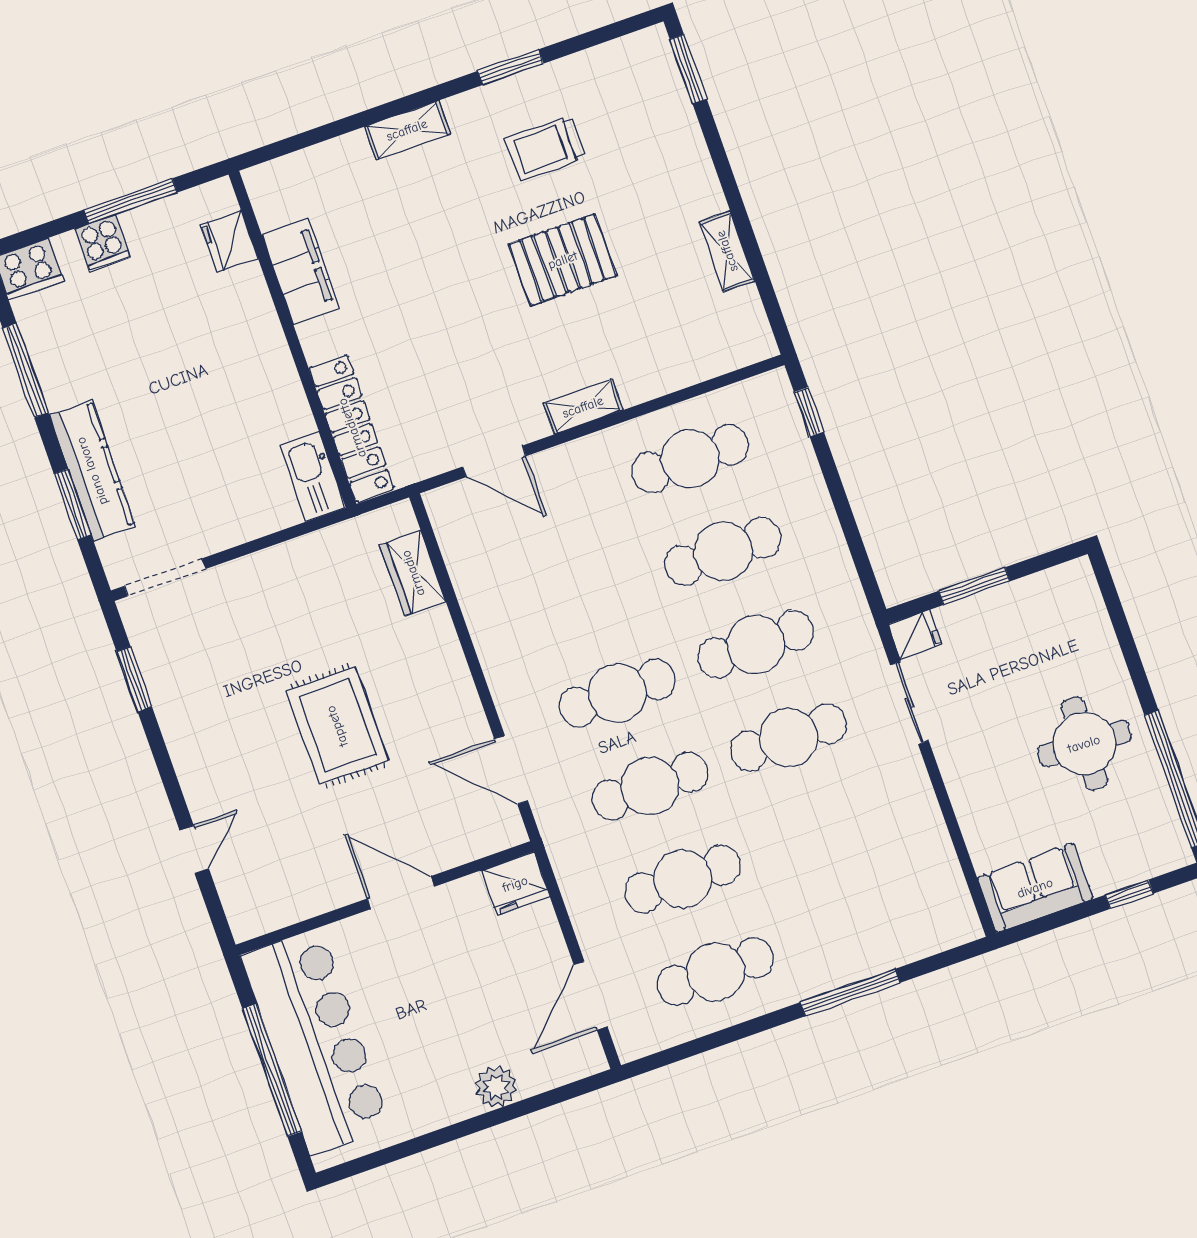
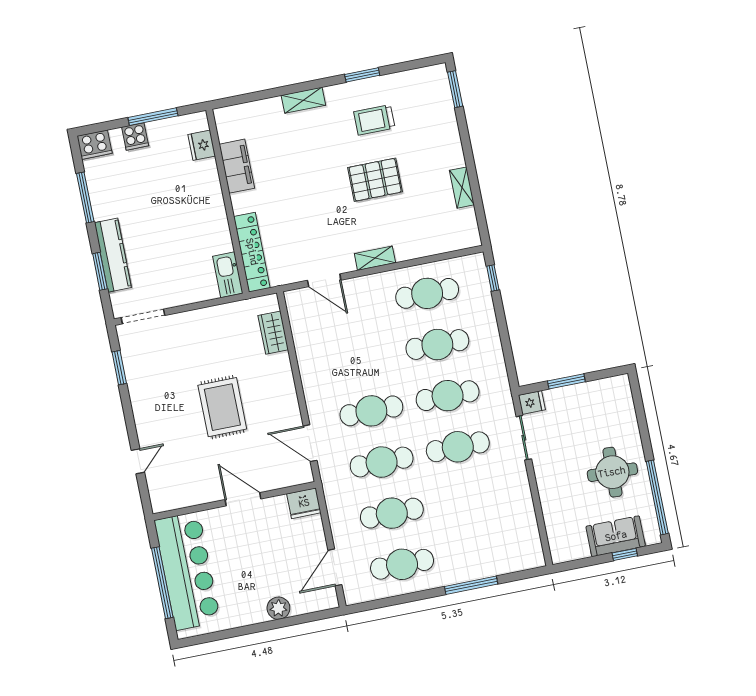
sofa: (1035, 888) -> (616, 536), moved

